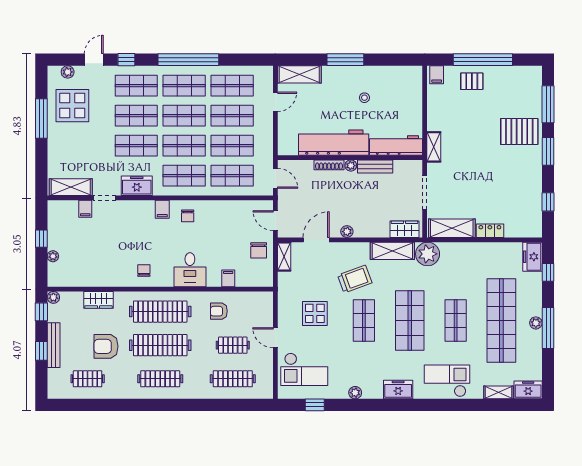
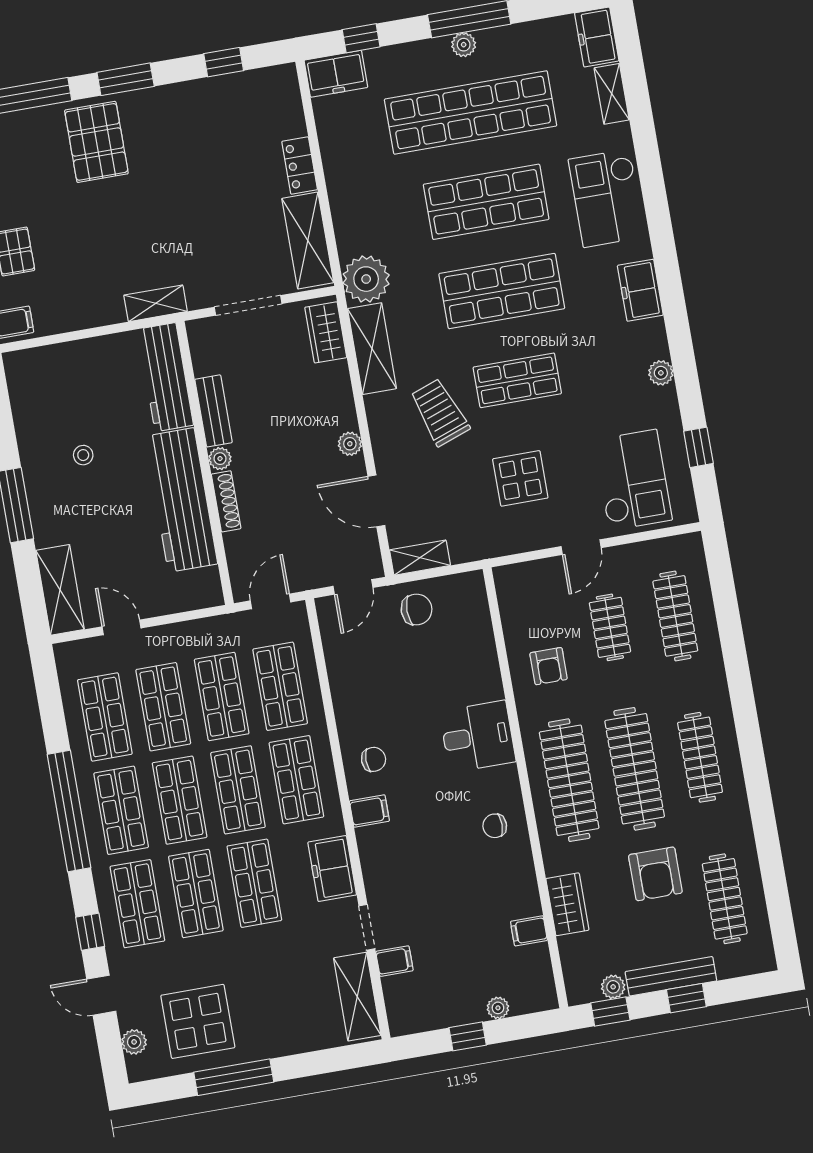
filing cabinet: (228, 278) -> (529, 931), moved
plant: (53, 297) -> (613, 987), moved
shop shelf: (456, 320) -> (486, 202), width x1.43, depth x1.36
clothes rail: (88, 379) -> (725, 899), width x1.36

